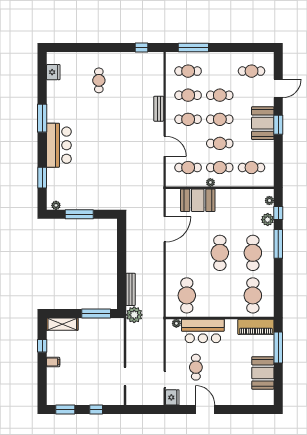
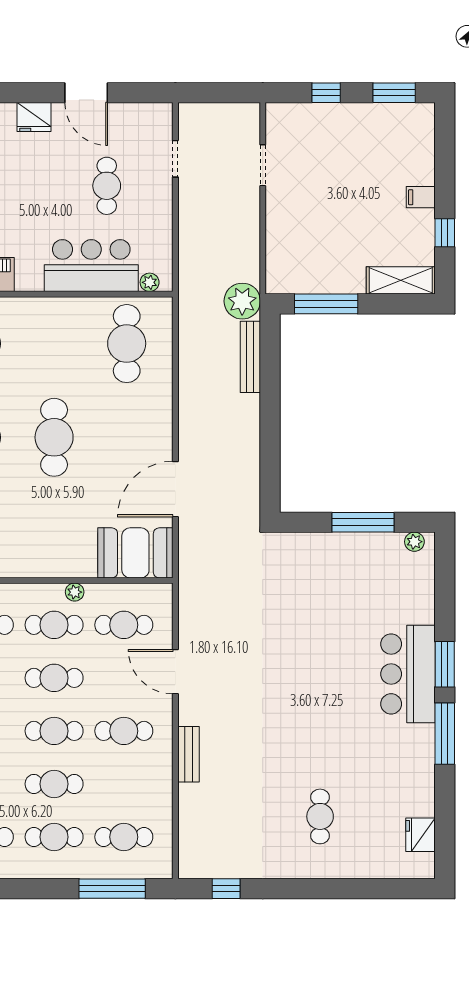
cafe table: (188, 95) -> (54, 837), moved
window: (42, 178) -> (445, 664), moved
booth: (198, 200) -> (135, 553), moved
fridge: (172, 397) -> (34, 117), moved, turned -90

